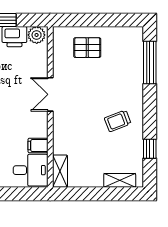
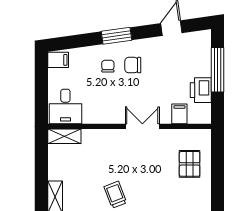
plant: (37, 35) -> (202, 113), removed
filing cabinet: (38, 146) -> (179, 114), moved

